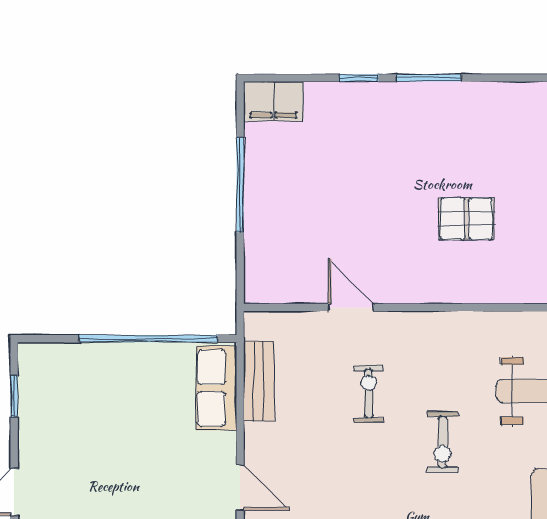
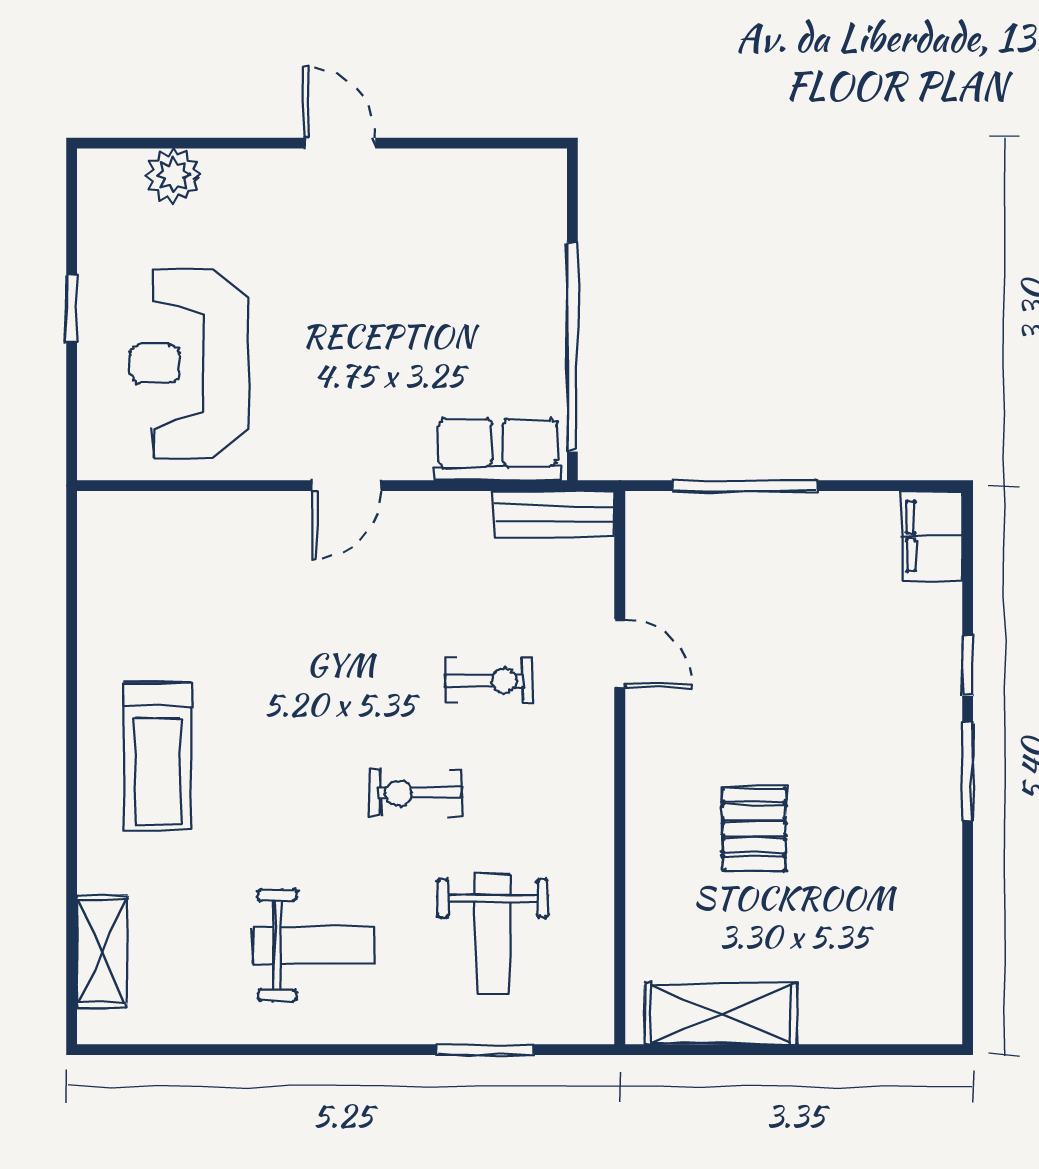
window: (240, 185) -> (745, 486), moved
door: (351, 307) -> (620, 653), hinge flipped
bench: (259, 381) -> (554, 514), moved
window: (14, 396) -> (485, 143), removed

